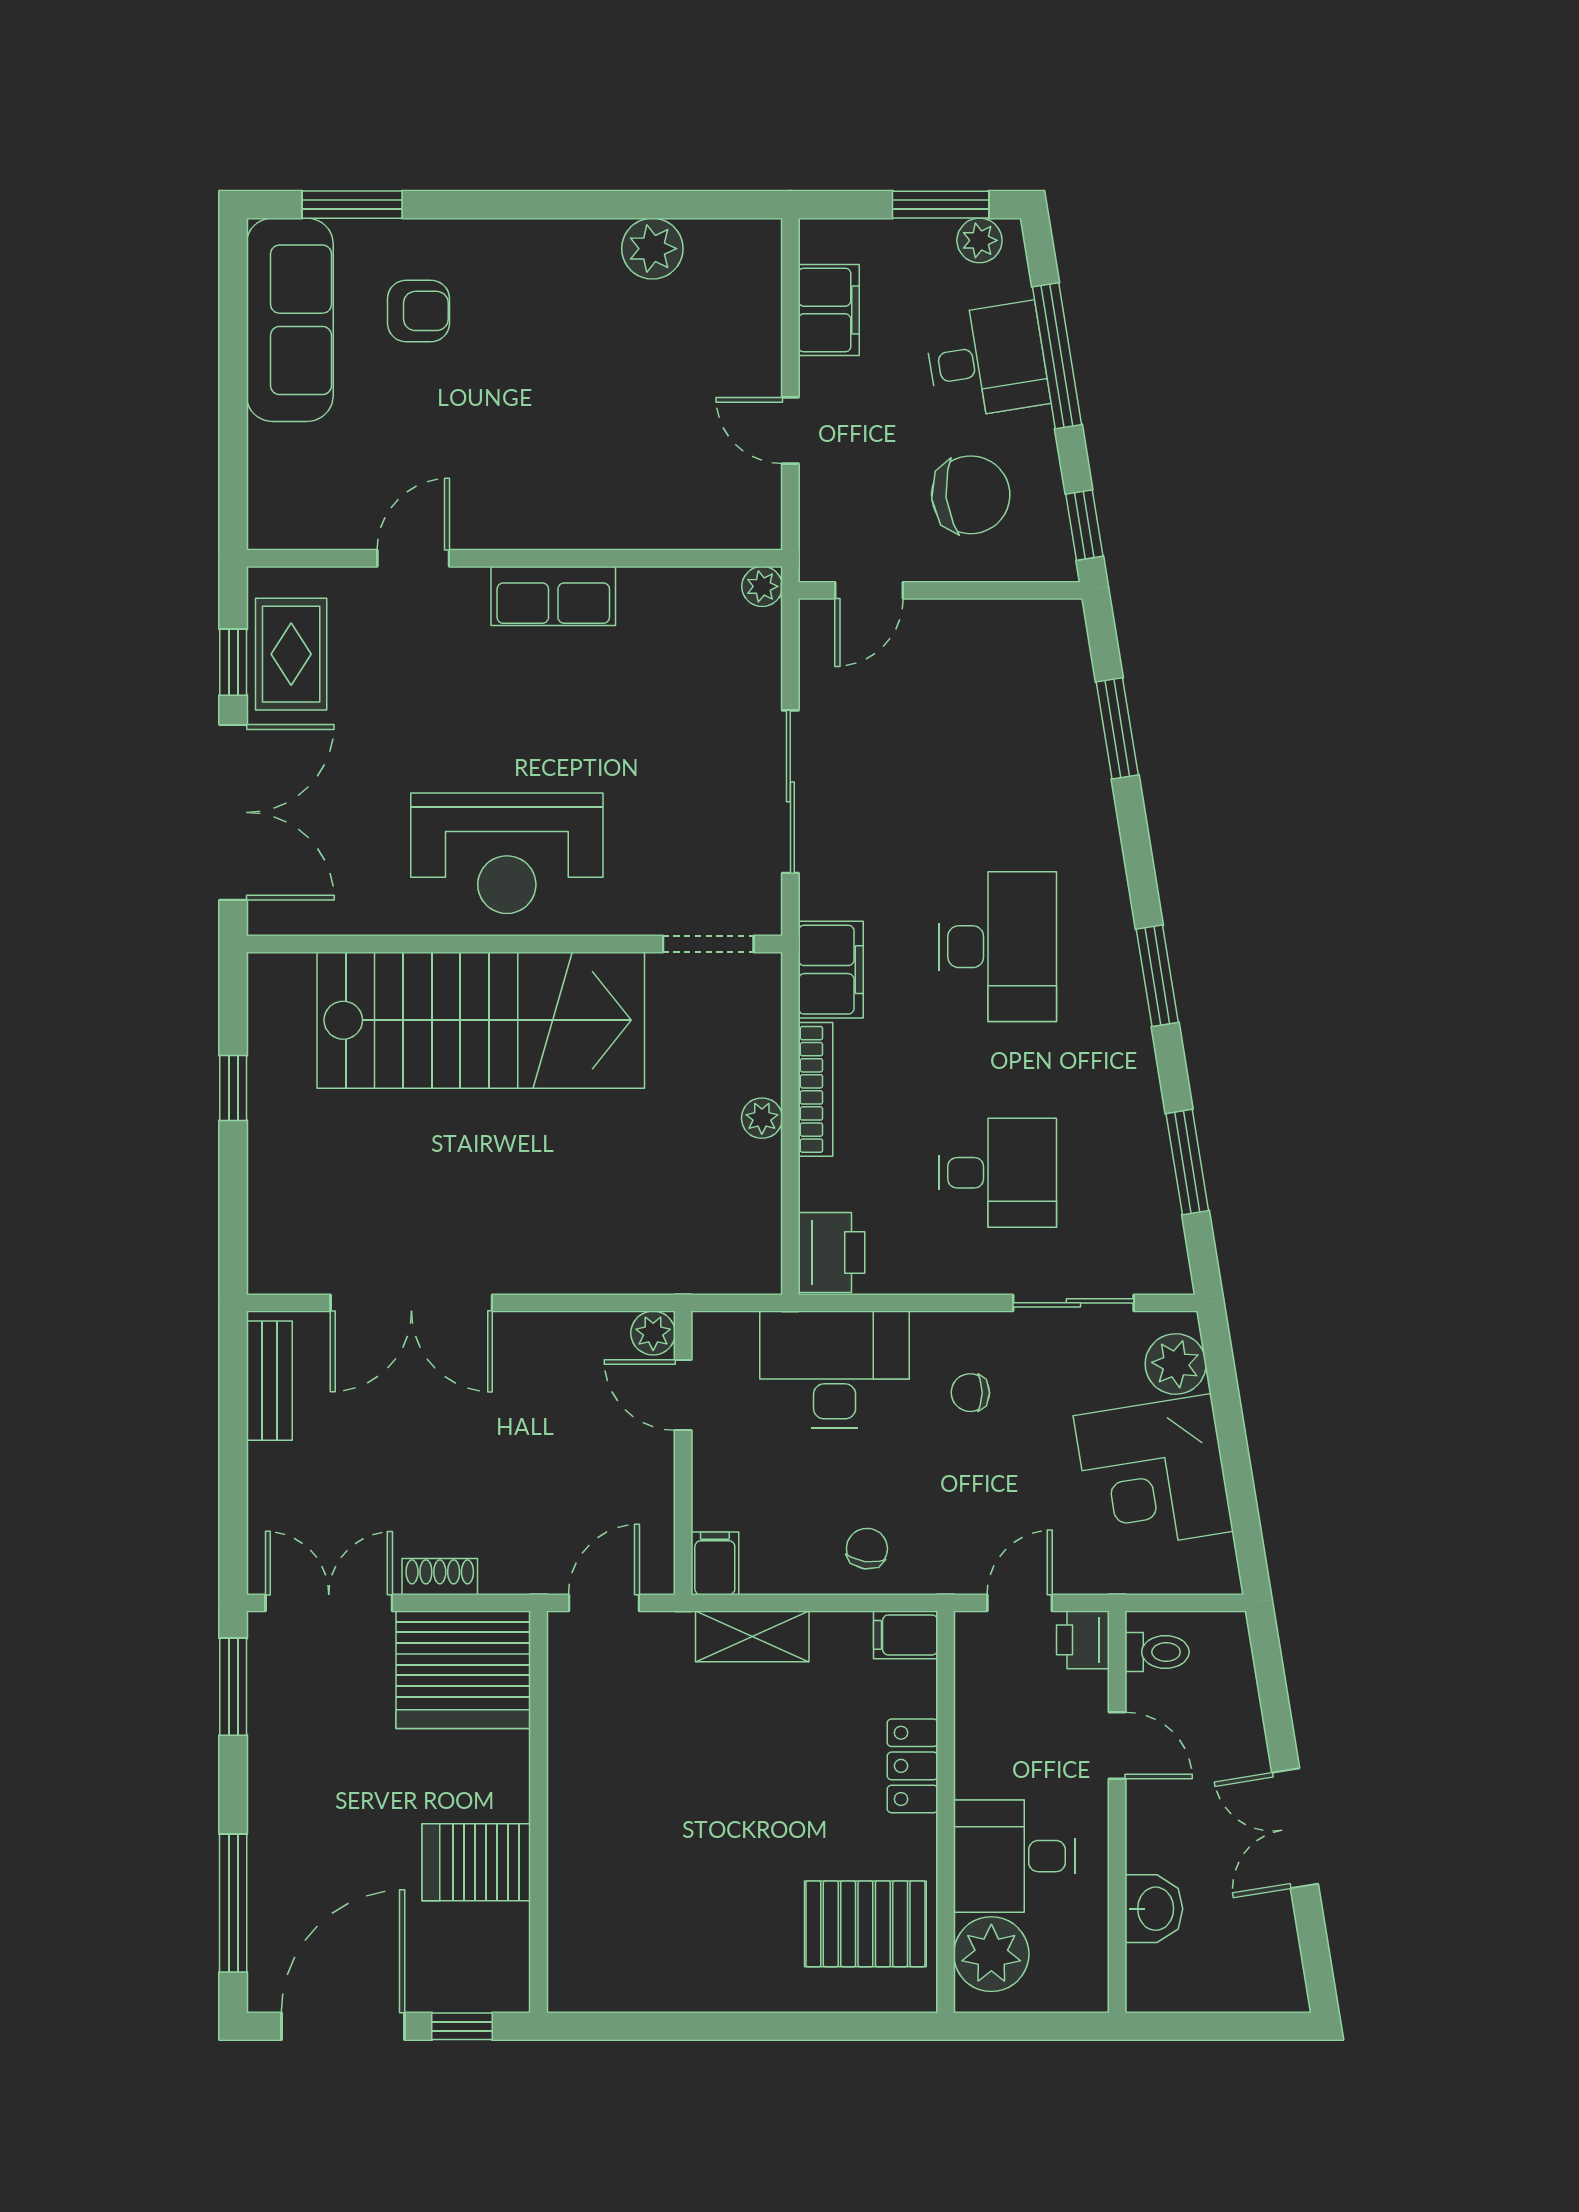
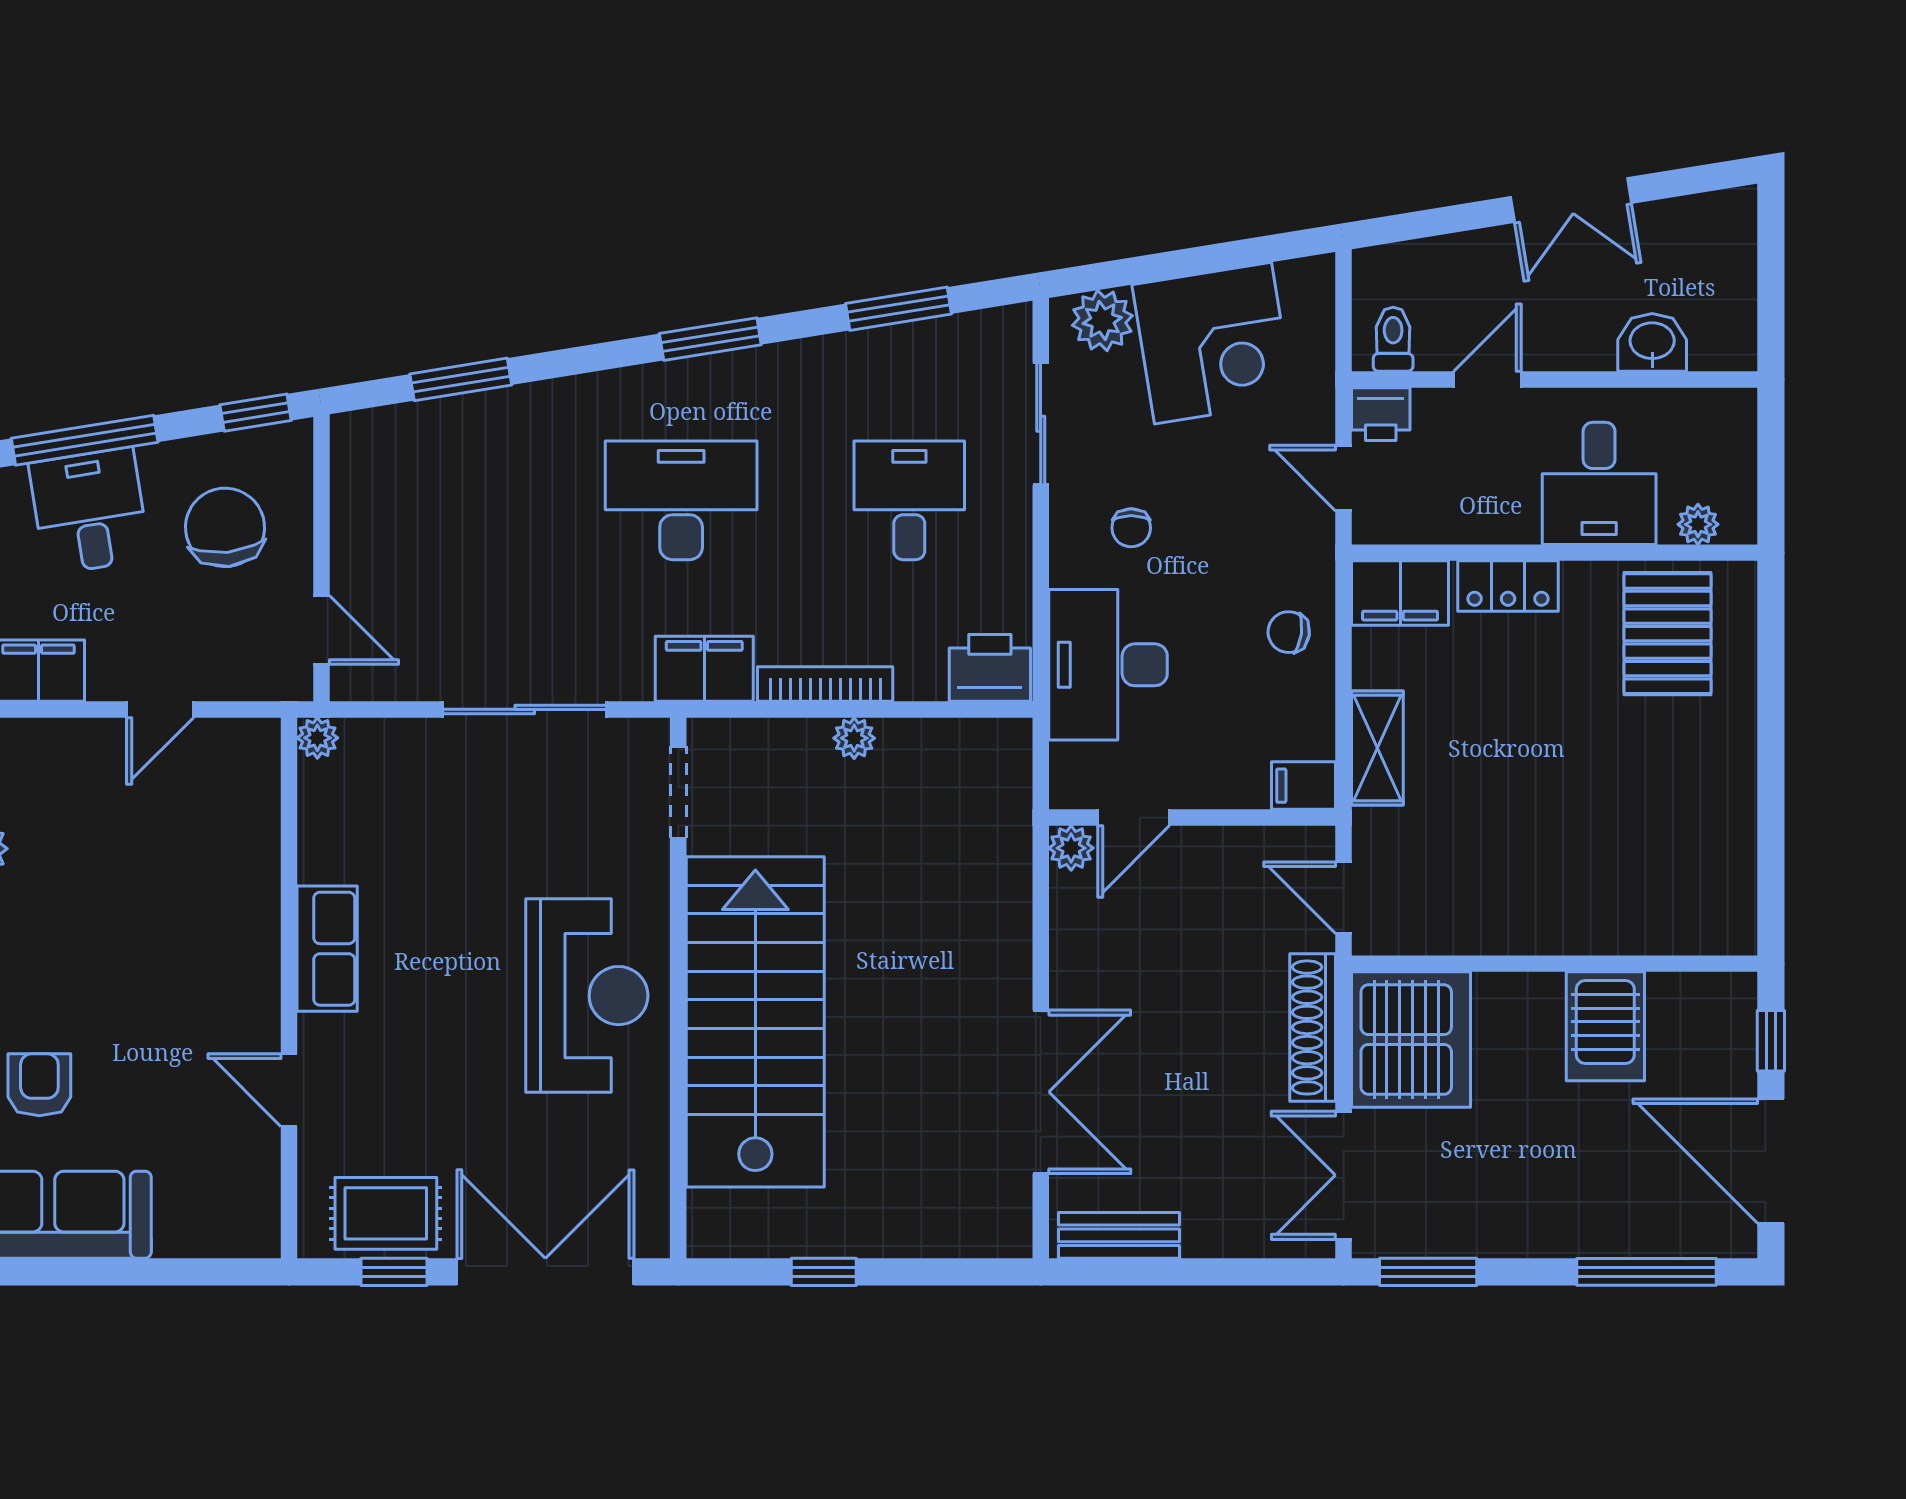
shoe rack: (440, 1577) -> (1313, 1027), width x1.94, depth x1.24
filing cabinet: (906, 1635) -> (1400, 593), width x2.00
plant: (991, 1954) -> (1698, 524), width x0.53, depth x0.53

